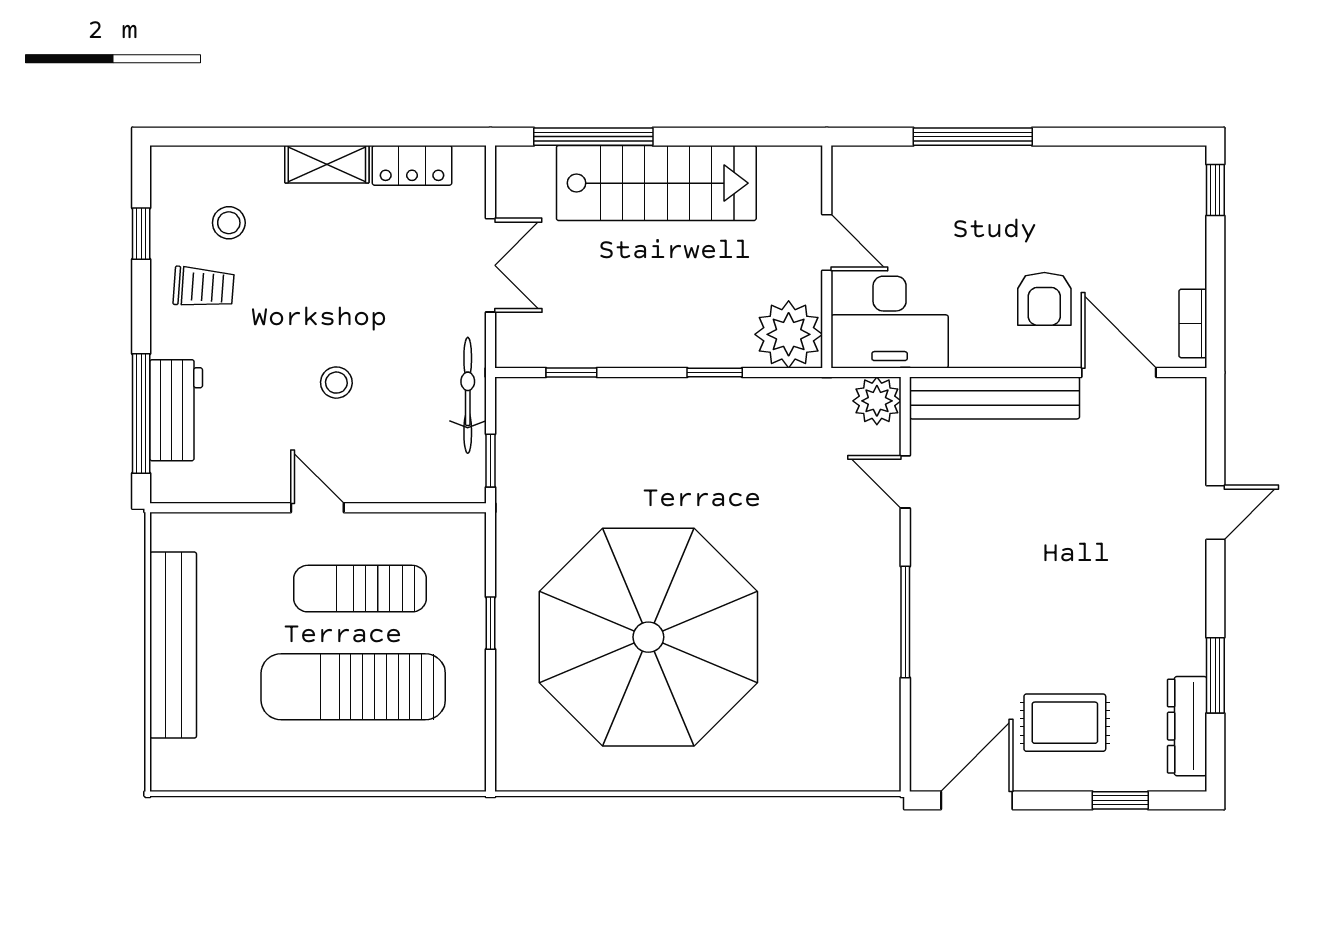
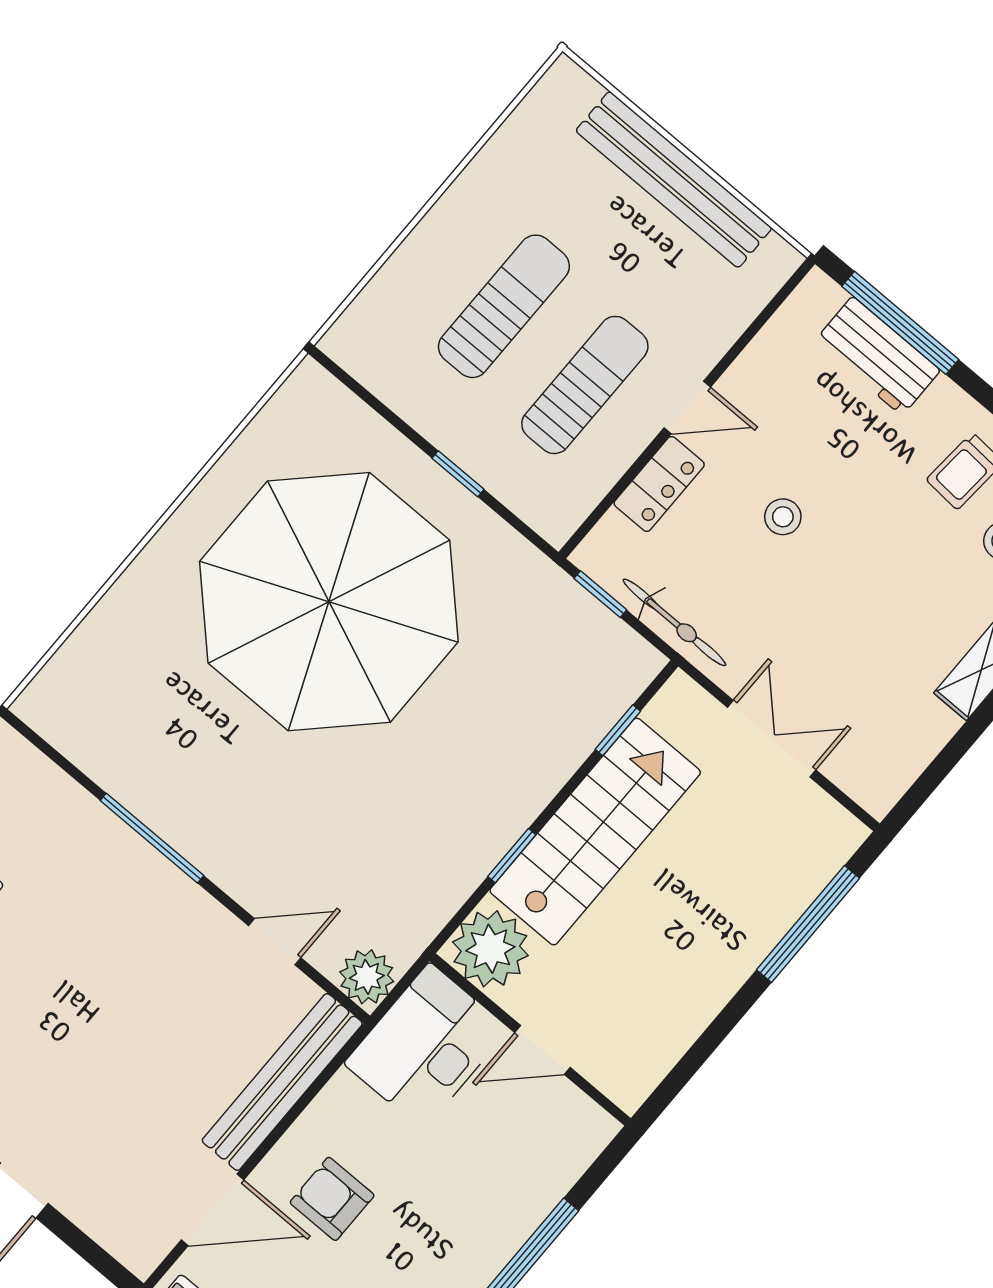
locker: (412, 165) -> (659, 484), moved, turned 180
stairs: (656, 183) -> (595, 832), moved, turned 180
double door: (491, 265) -> (772, 739), swing flipped
sun lounger: (353, 687) -> (504, 306), width x0.73, depth x0.75

